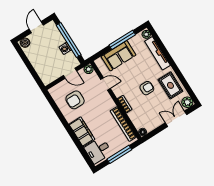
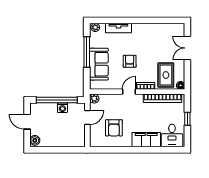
tv unit: (157, 53) -> (118, 28), width x0.71
door: (105, 84) -> (129, 92), moved
rug: (170, 85) -> (166, 75), moved, turned 90
armchair: (147, 88) -> (130, 61), moved
plant: (187, 102) -> (179, 29), removed
window: (119, 154) -> (187, 119), width x0.46

